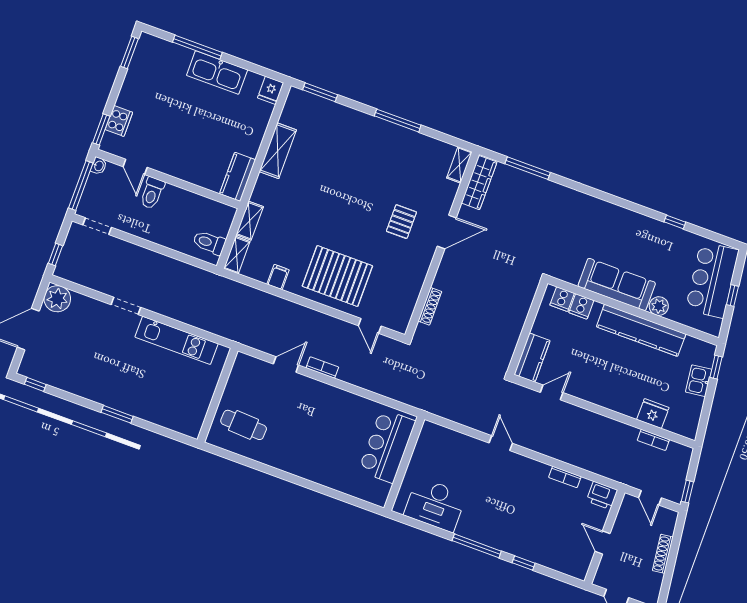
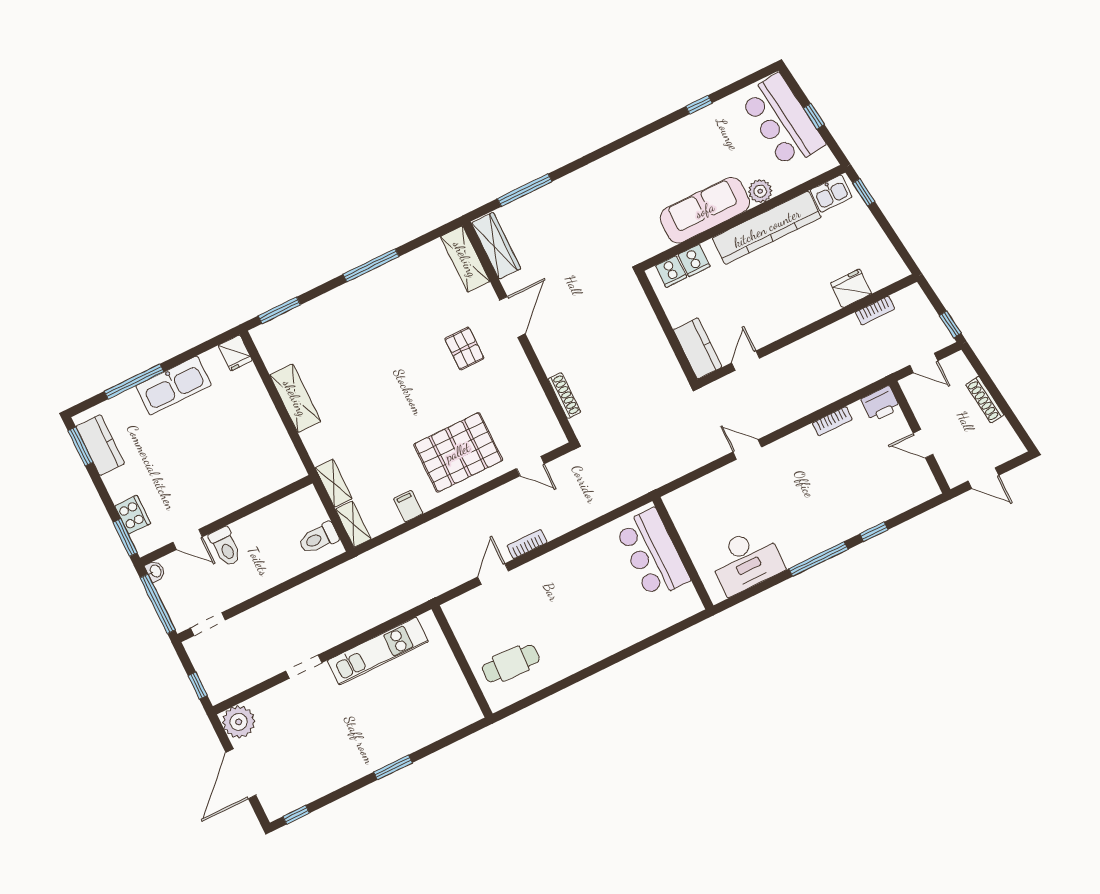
shelving: (459, 165) -> (465, 259), width x1.50, depth x1.33
kitchen counter: (238, 177) -> (100, 445), moved, turned 180
kitchen sink: (699, 381) -> (831, 193), moved, turned -83

